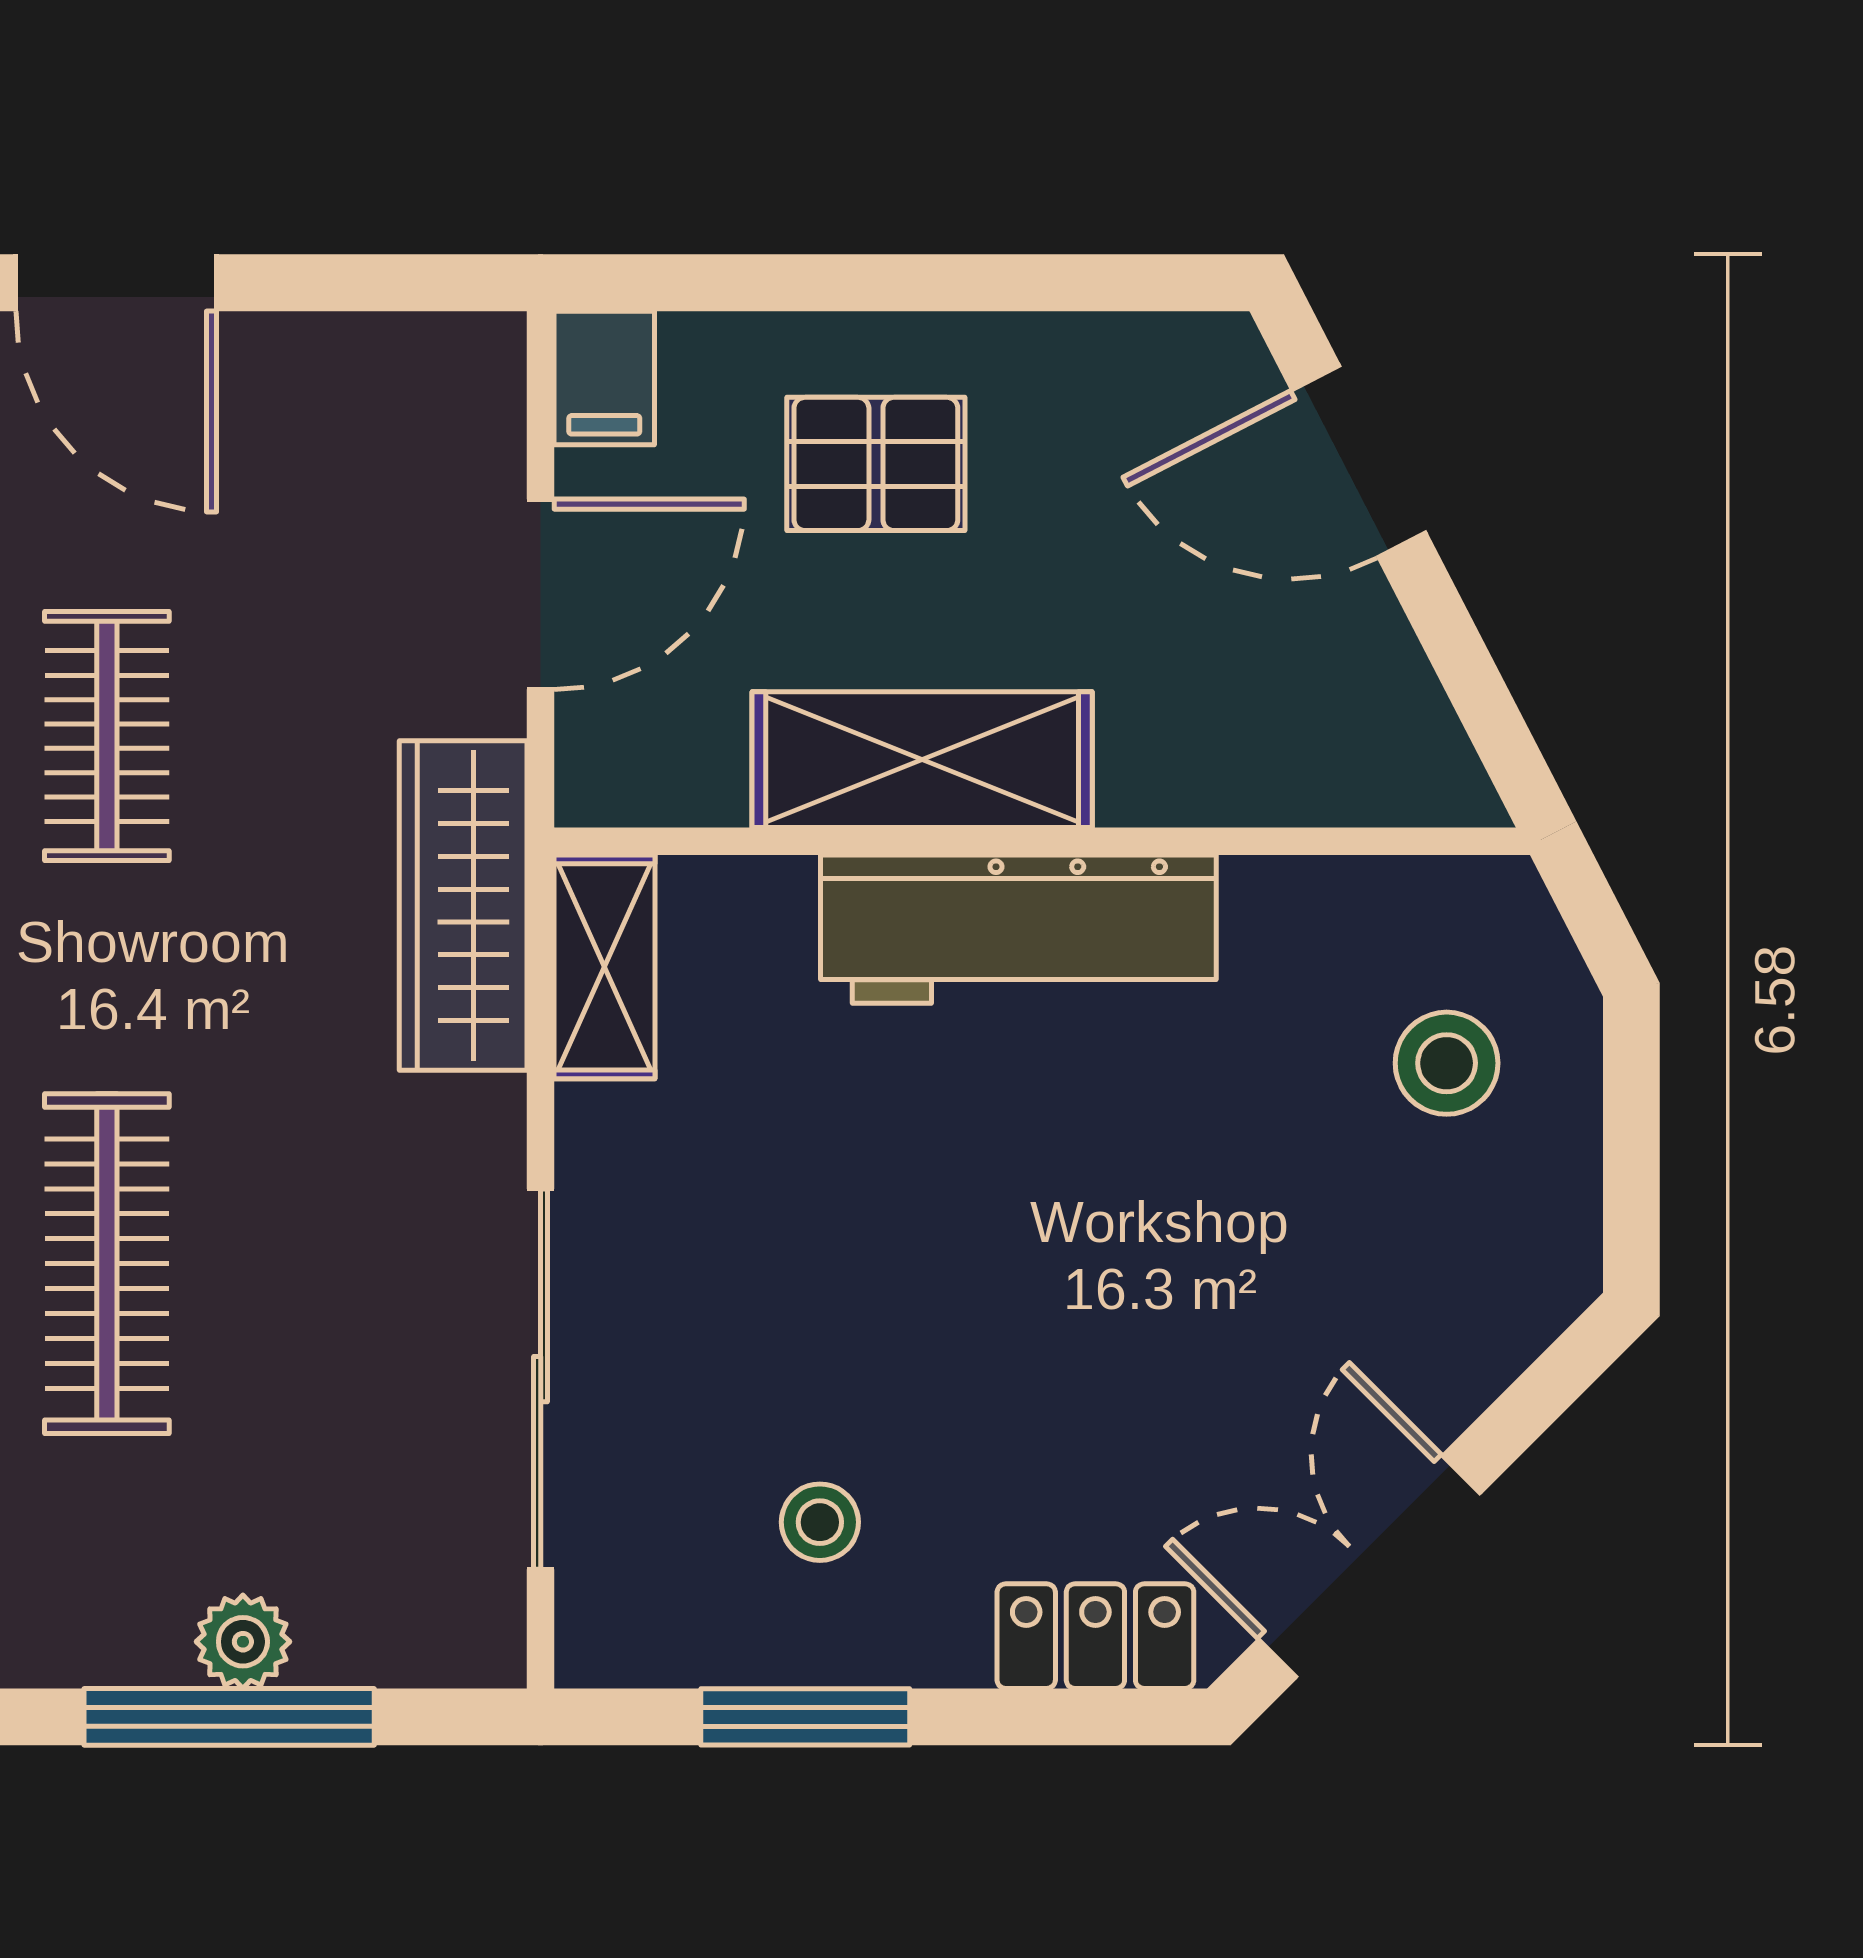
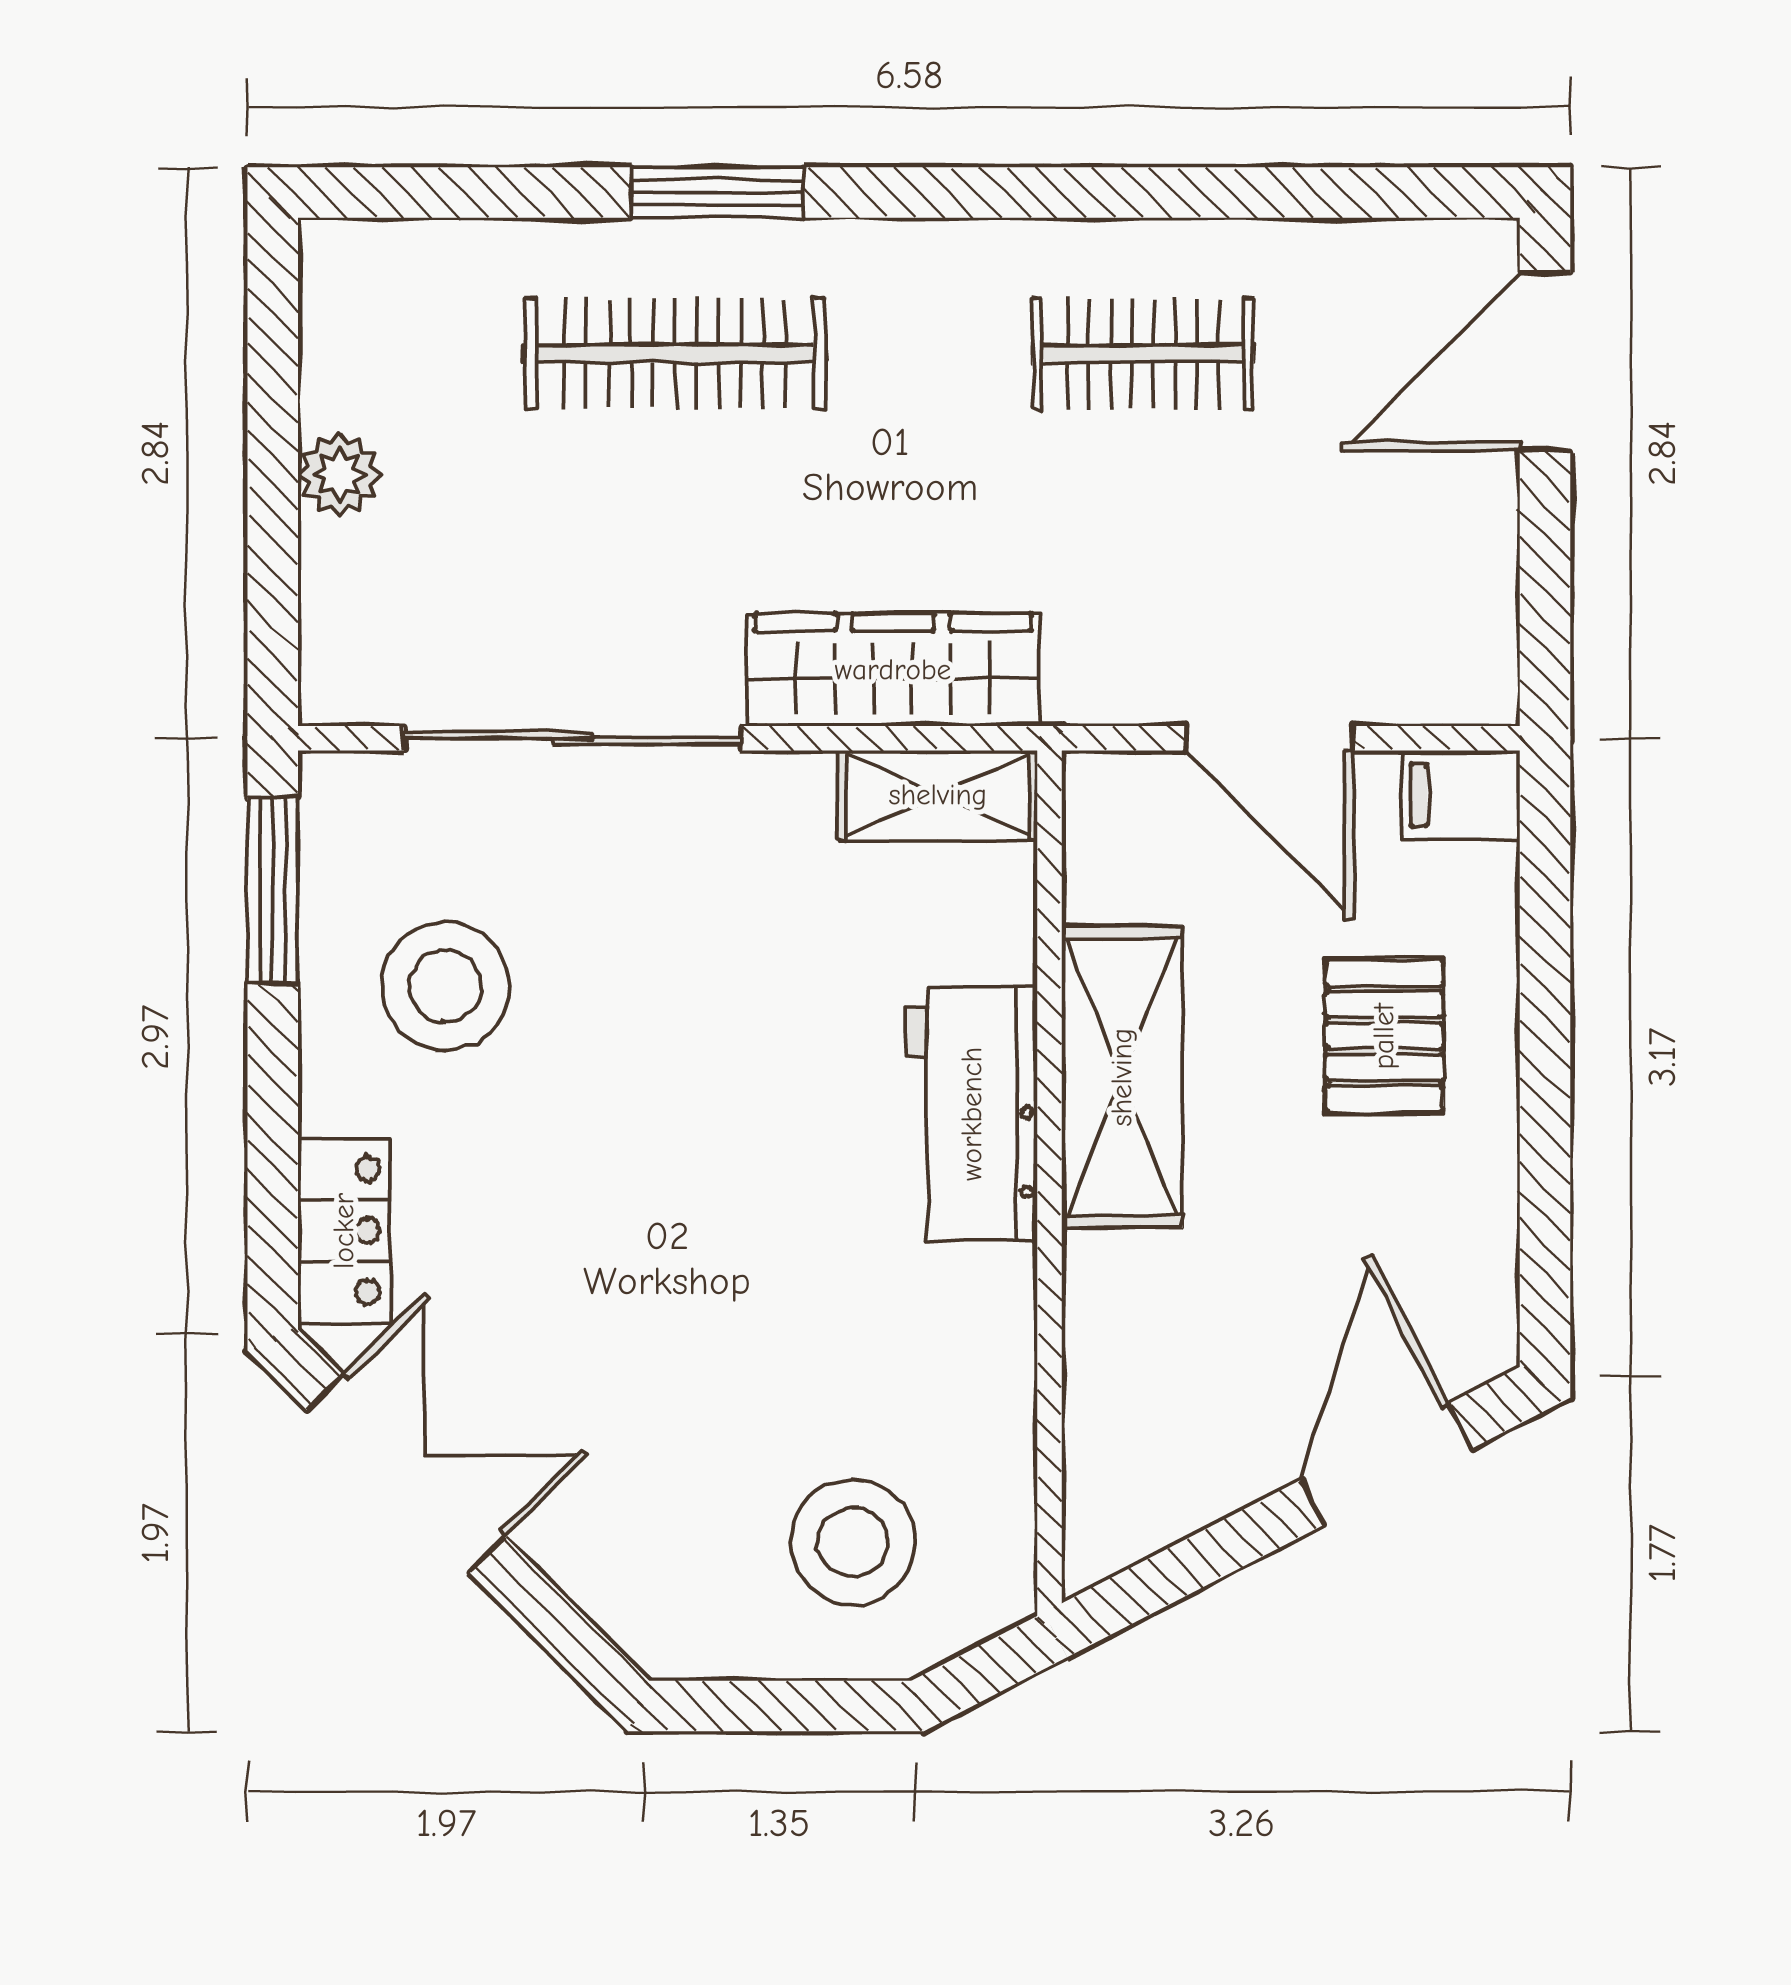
wardrobe: (463, 906) -> (893, 670), moved
workbench: (1018, 929) -> (972, 1114), width x0.73
stool: (1447, 1063) -> (853, 1542), width x1.38, depth x1.38
stool: (820, 1522) -> (445, 986), width x1.89, depth x1.89
window: (229, 1717) -> (273, 462), removed
window: (805, 1717) -> (273, 890), moved

